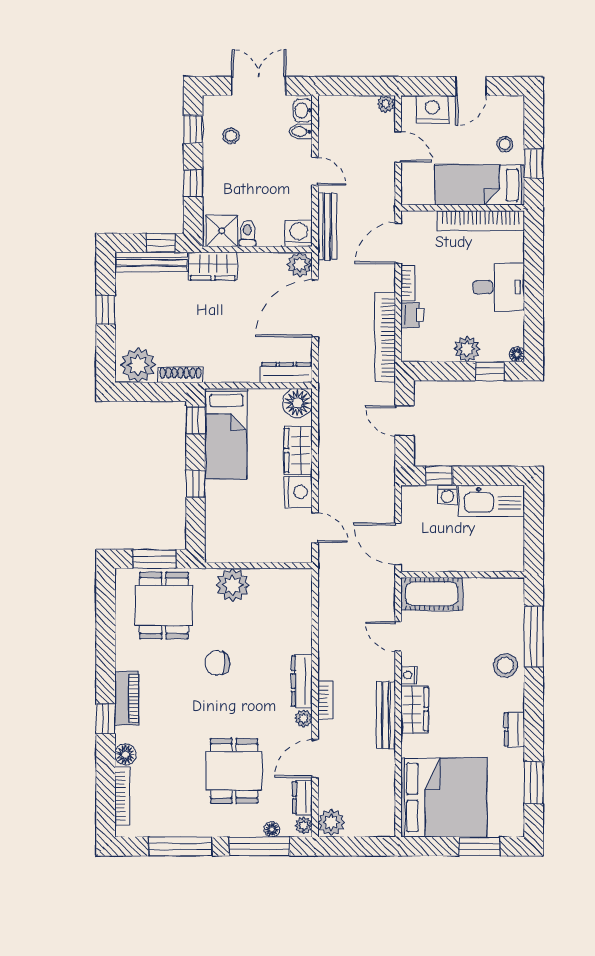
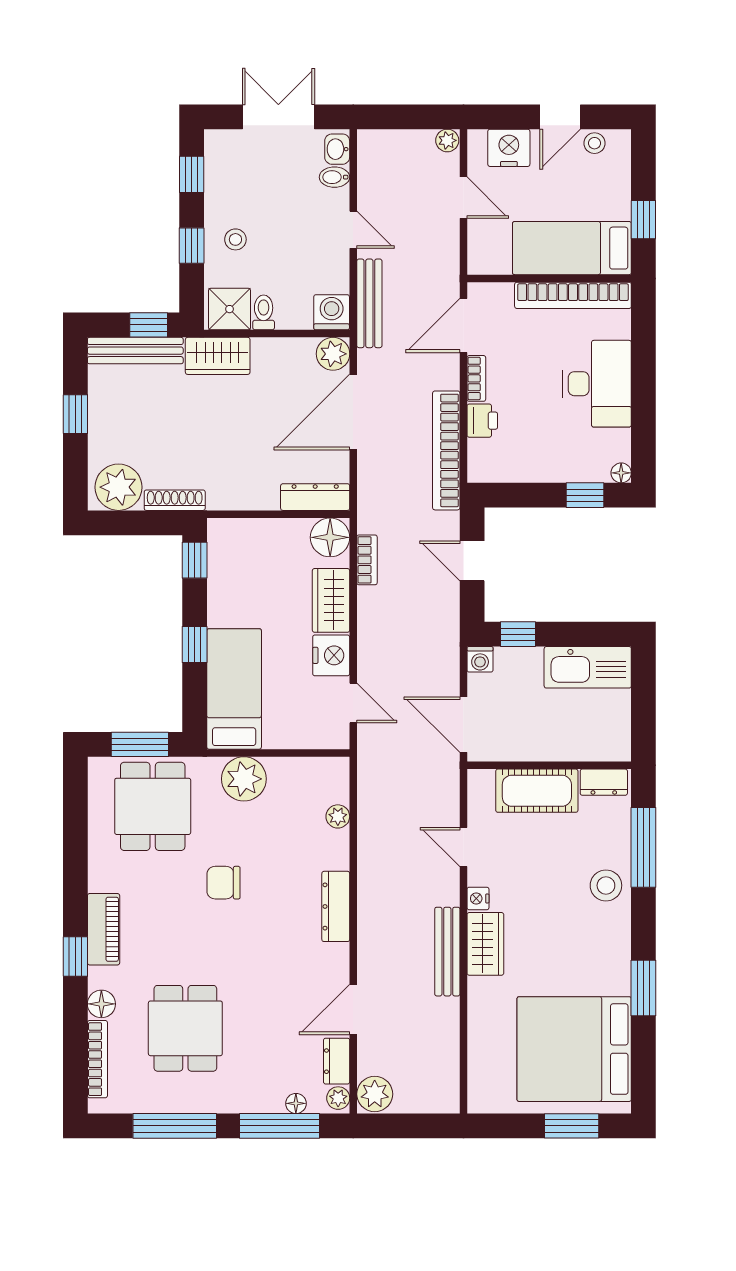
stool: (231, 136) -> (235, 239), moved
stool: (505, 144) -> (594, 143), moved
desk: (499, 287) -> (597, 384), width x1.37
plant: (467, 349) -> (555, 466), removed
bed: (226, 434) -> (234, 689), moved, turned 180
washing machine: (447, 495) -> (480, 659), moved
cot: (432, 594) -> (537, 791), moved
bookcase: (325, 700) -> (367, 560), moved
plant: (303, 718) -> (338, 816), moved
dresser: (514, 729) -> (604, 782), moved, turned -90
dining table: (234, 771) -> (185, 1028), moved
window: (534, 783) -> (643, 988), moved
bed: (444, 797) -> (574, 1049), moved, turned 180

